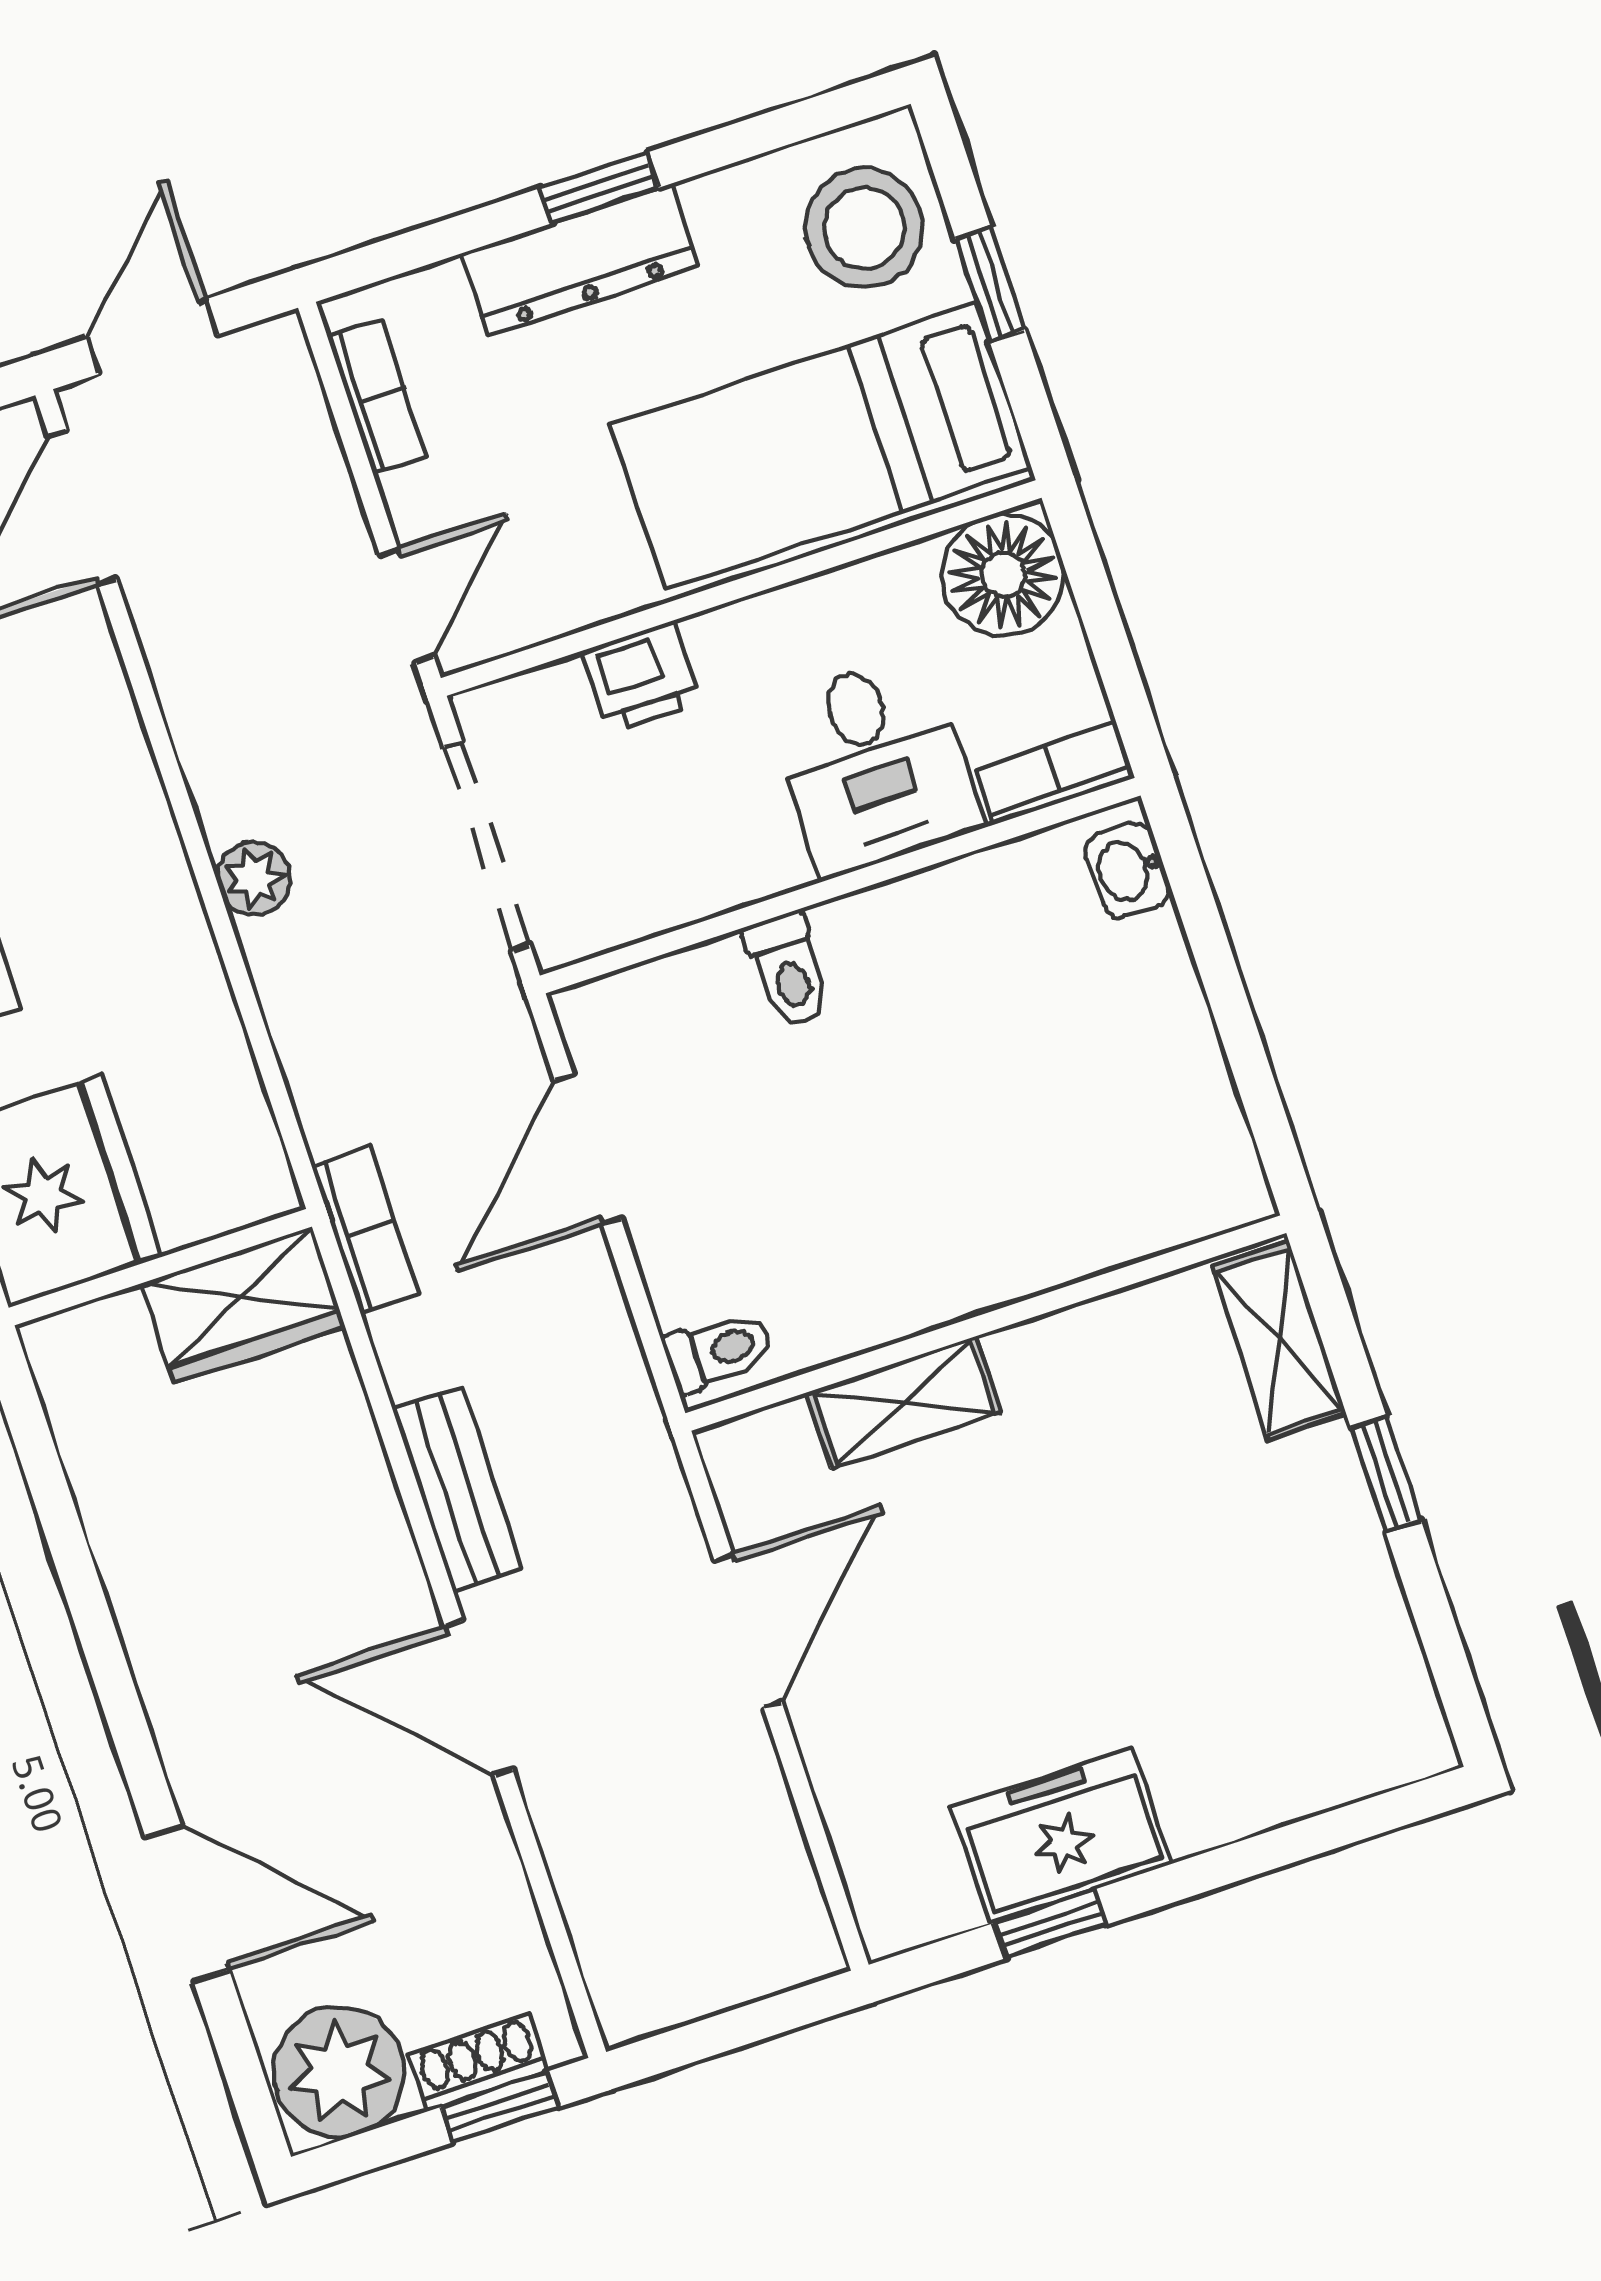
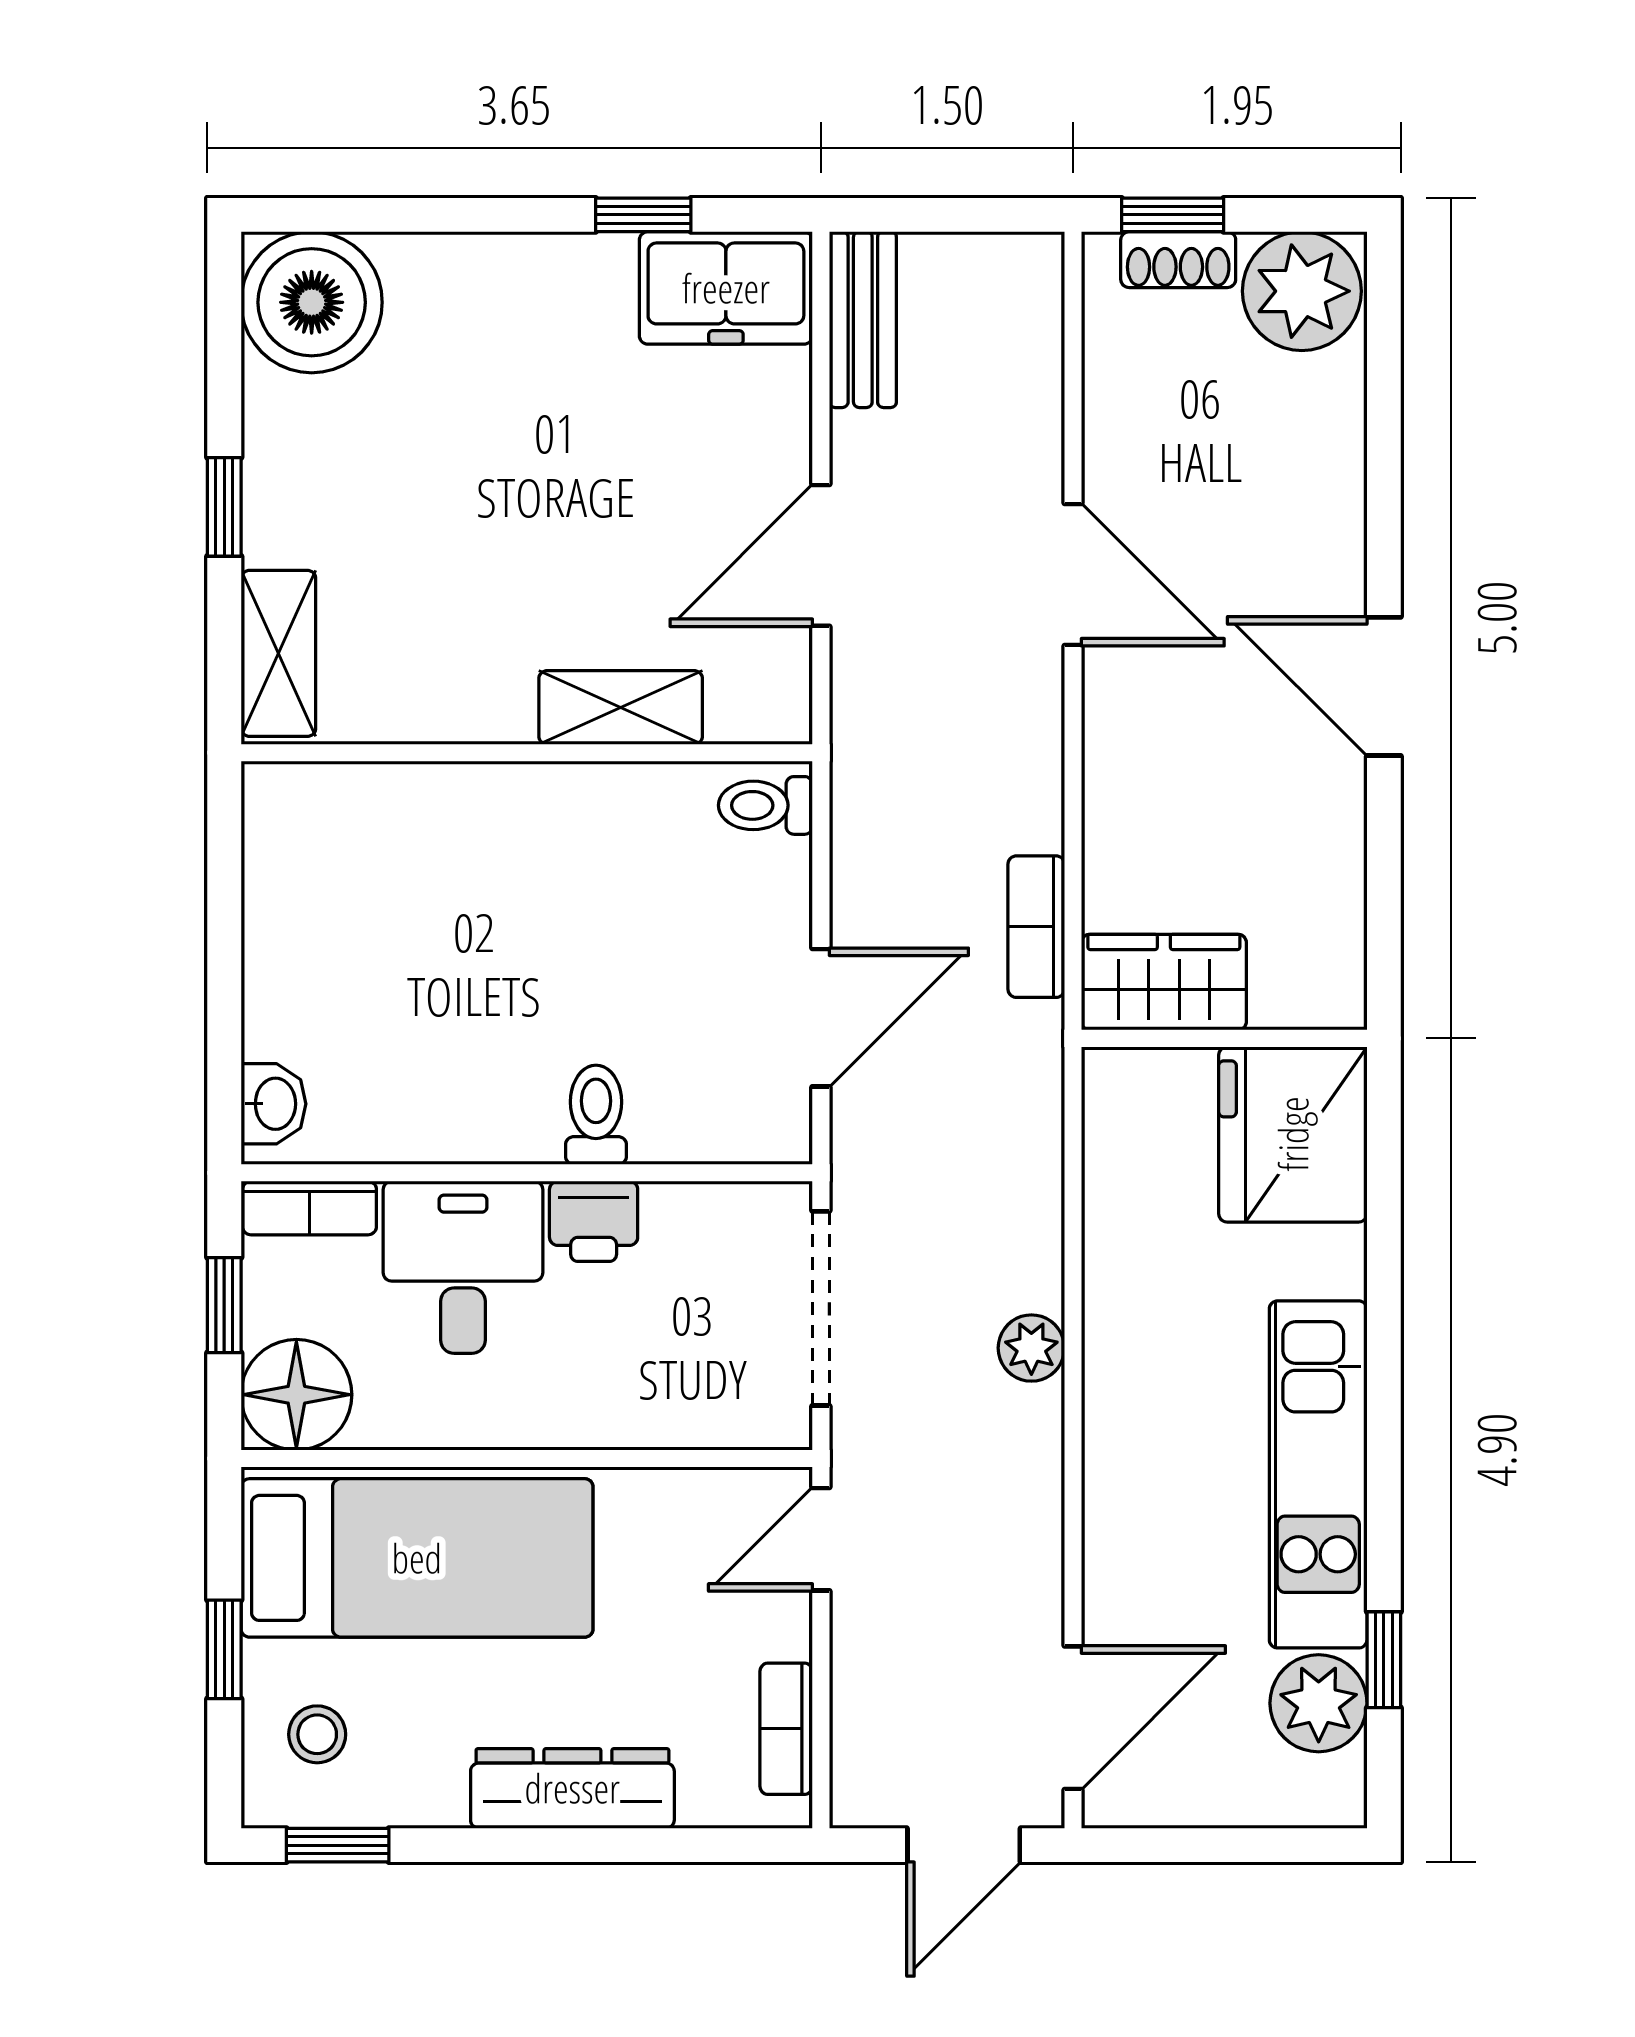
window: (599, 188) -> (338, 1845), moved
stool: (864, 228) -> (317, 1734), width x0.53, depth x0.53
window: (1109, 643) -> (224, 1305), added
printer: (642, 677) -> (594, 1221), moved, turned 180
bookcase: (365, 1229) -> (1036, 927), moved
bench: (458, 1489) -> (863, 320), moved
boiler: (1366, 1718) -> (312, 302), added
freezer: (1062, 1836) -> (726, 288), moved
door: (187, 1903) -> (1384, 686), moved

